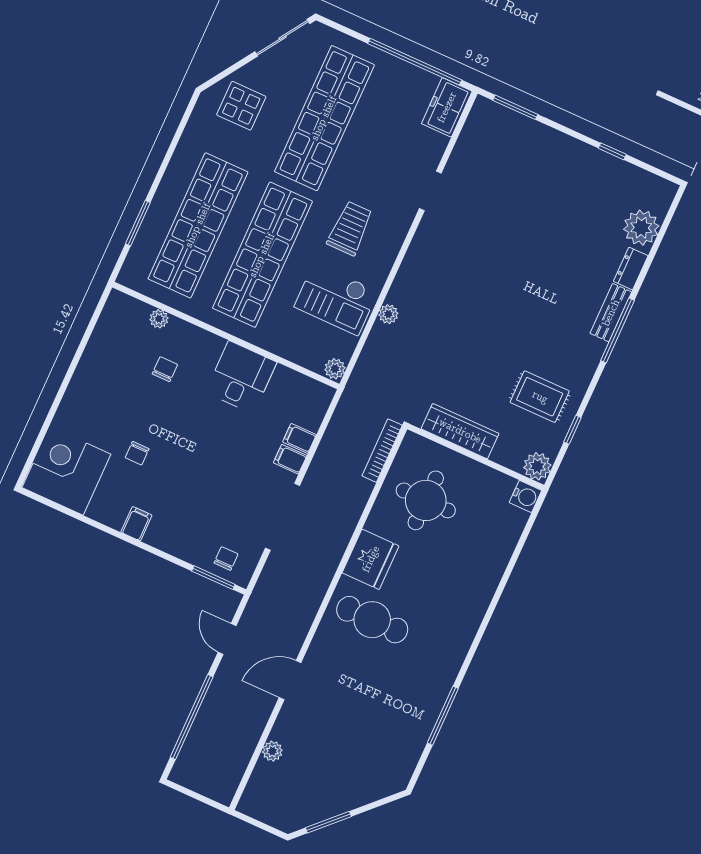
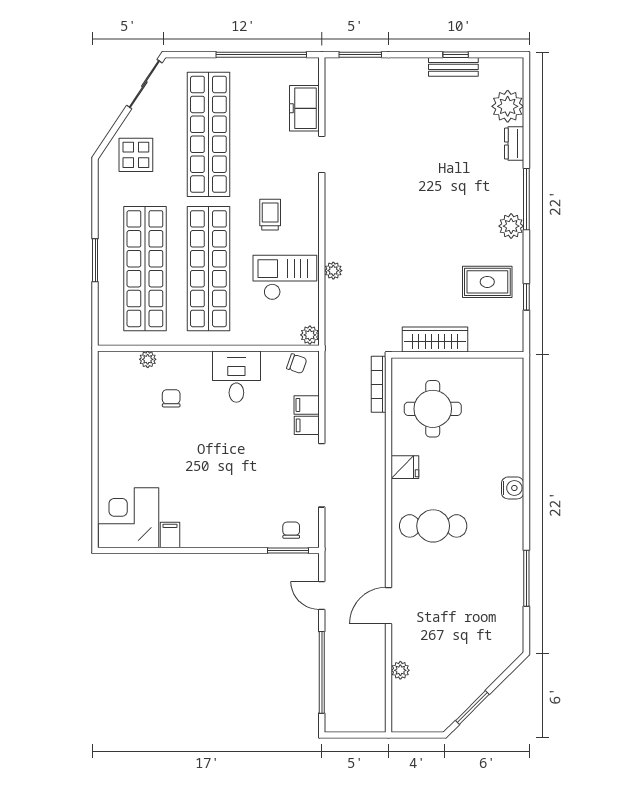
freezer: (447, 107) -> (304, 108), moved
window: (138, 223) -> (95, 260), moved
trolley: (350, 228) -> (270, 215), width x0.73, depth x0.72
checkout: (336, 299) -> (285, 278), turned 180
bench: (611, 313) -> (453, 67), moved, turned 90
chair: (137, 453) -> (297, 364), moved, turned -71
plant: (537, 466) -> (511, 226), moved
water cooler: (525, 496) -> (513, 488), moved
filing cabinet: (136, 524) -> (170, 535), moved
fridge: (371, 559) -> (405, 467), width x0.53, depth x0.75

